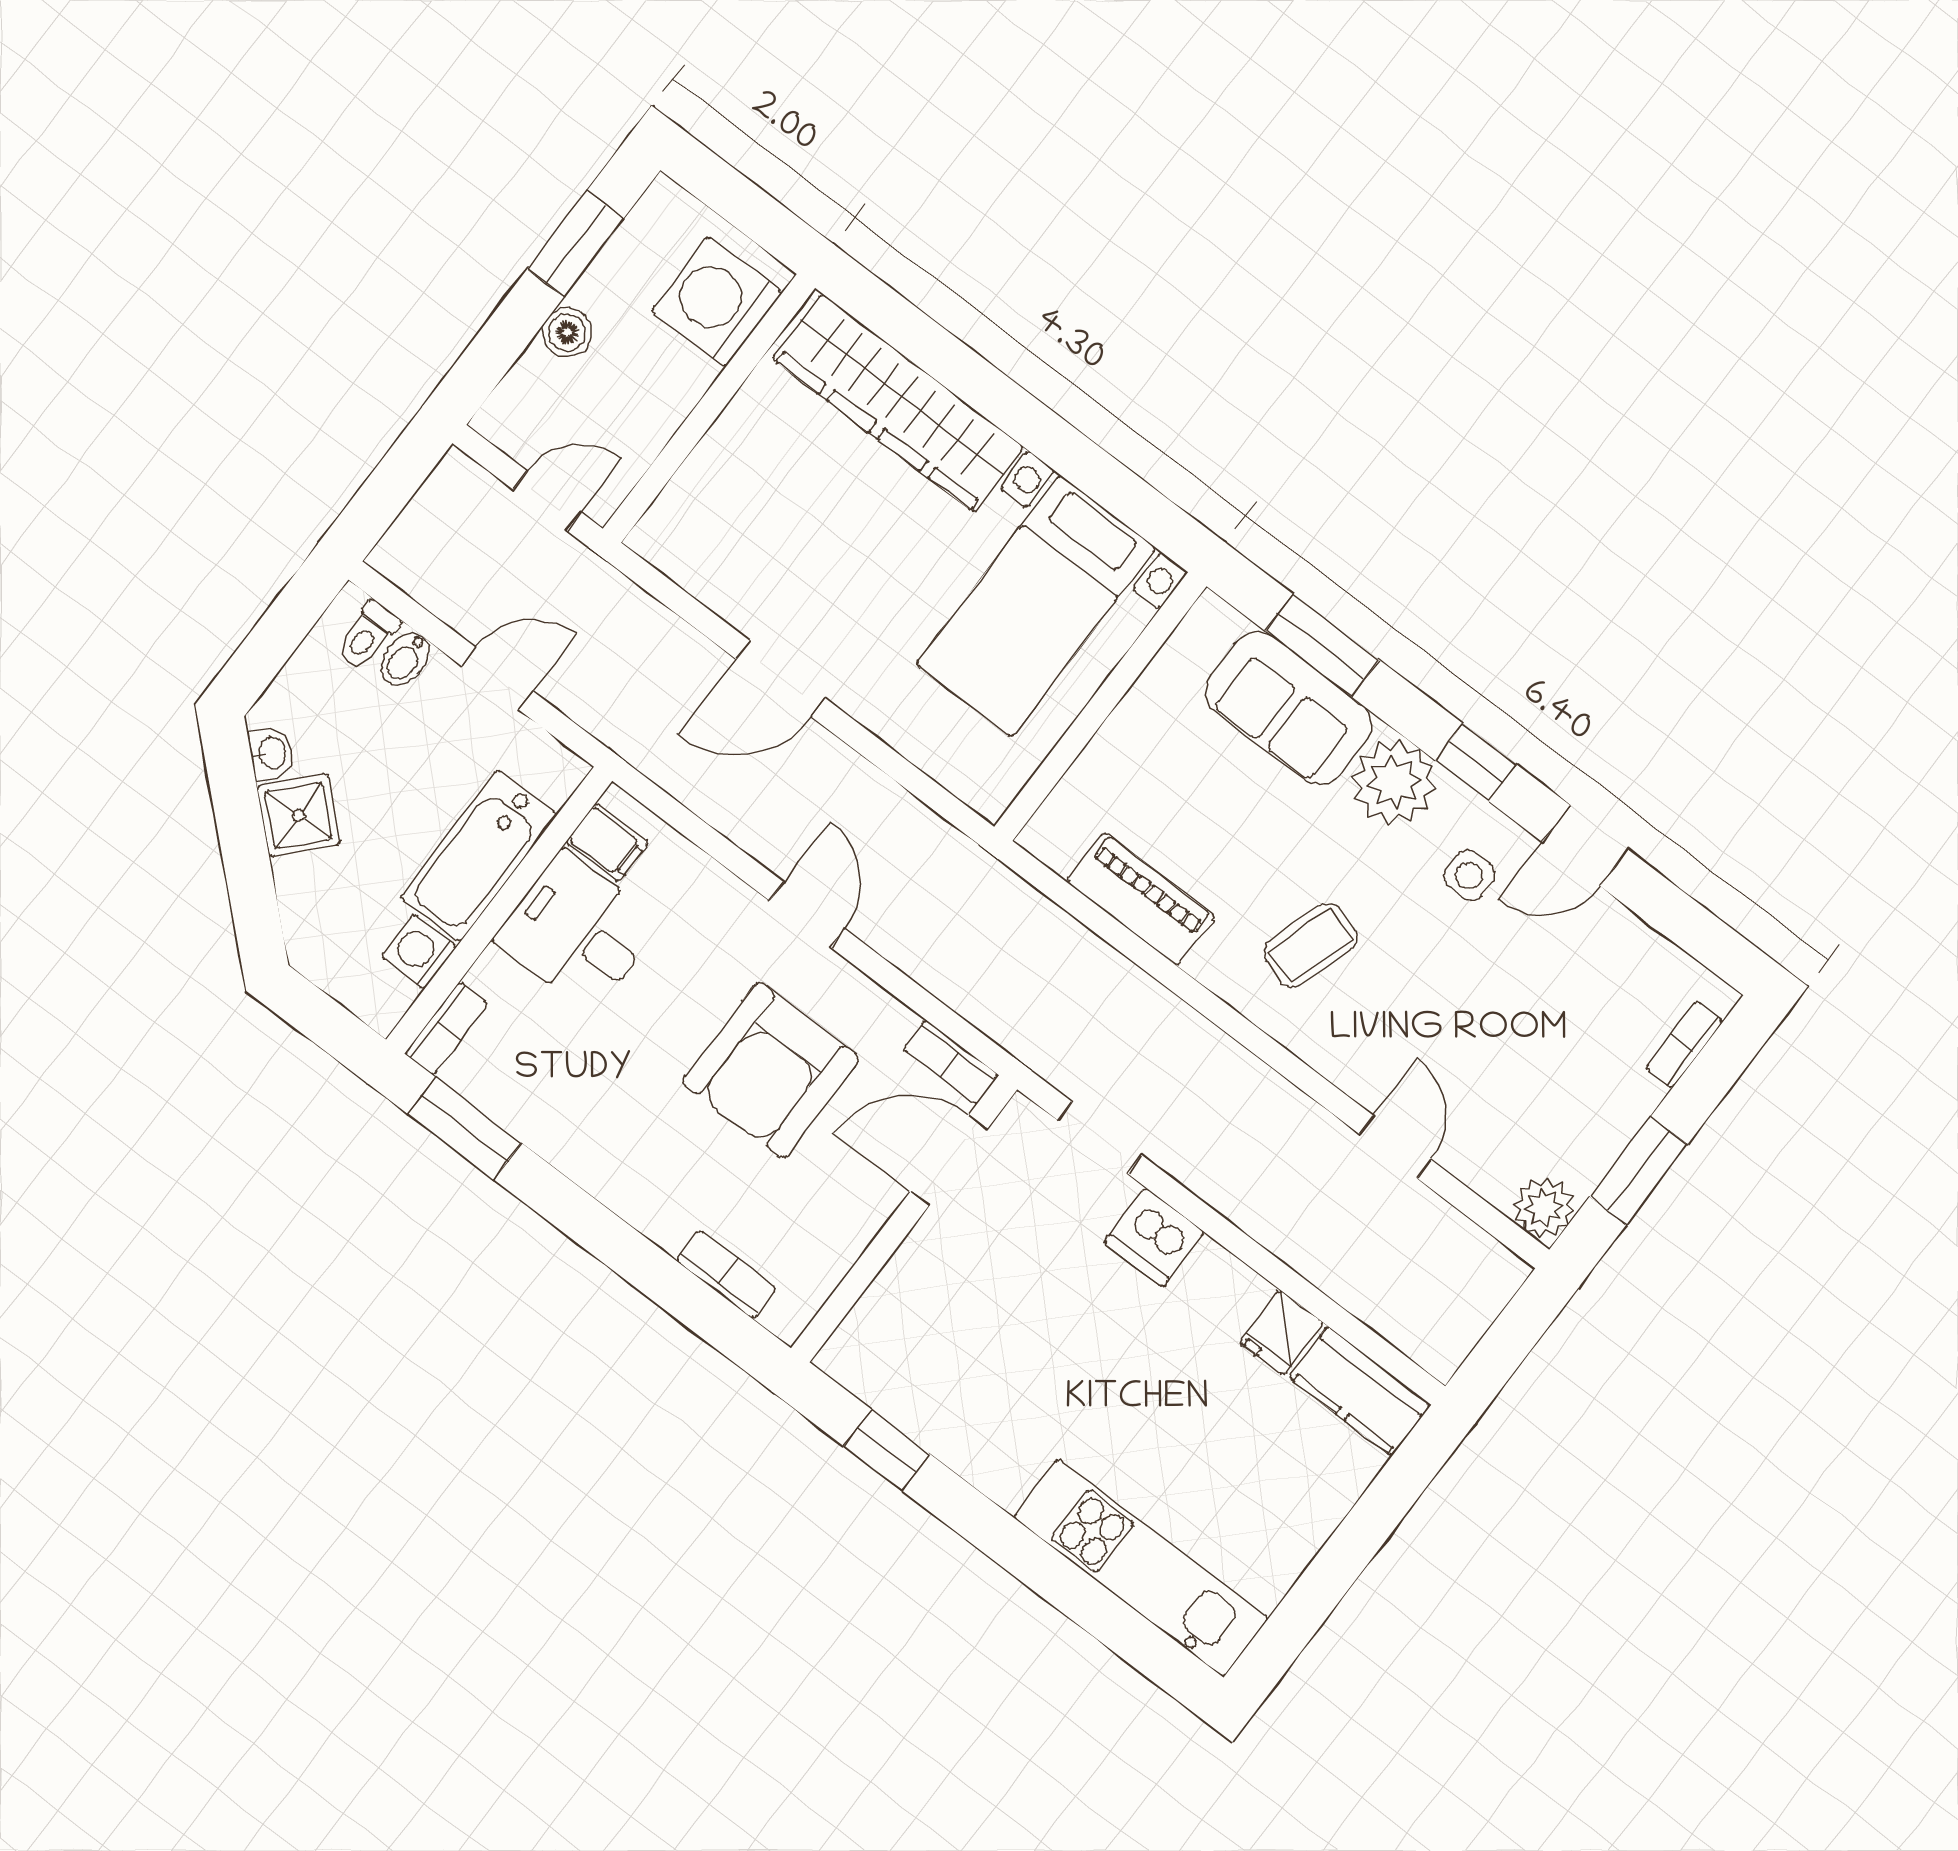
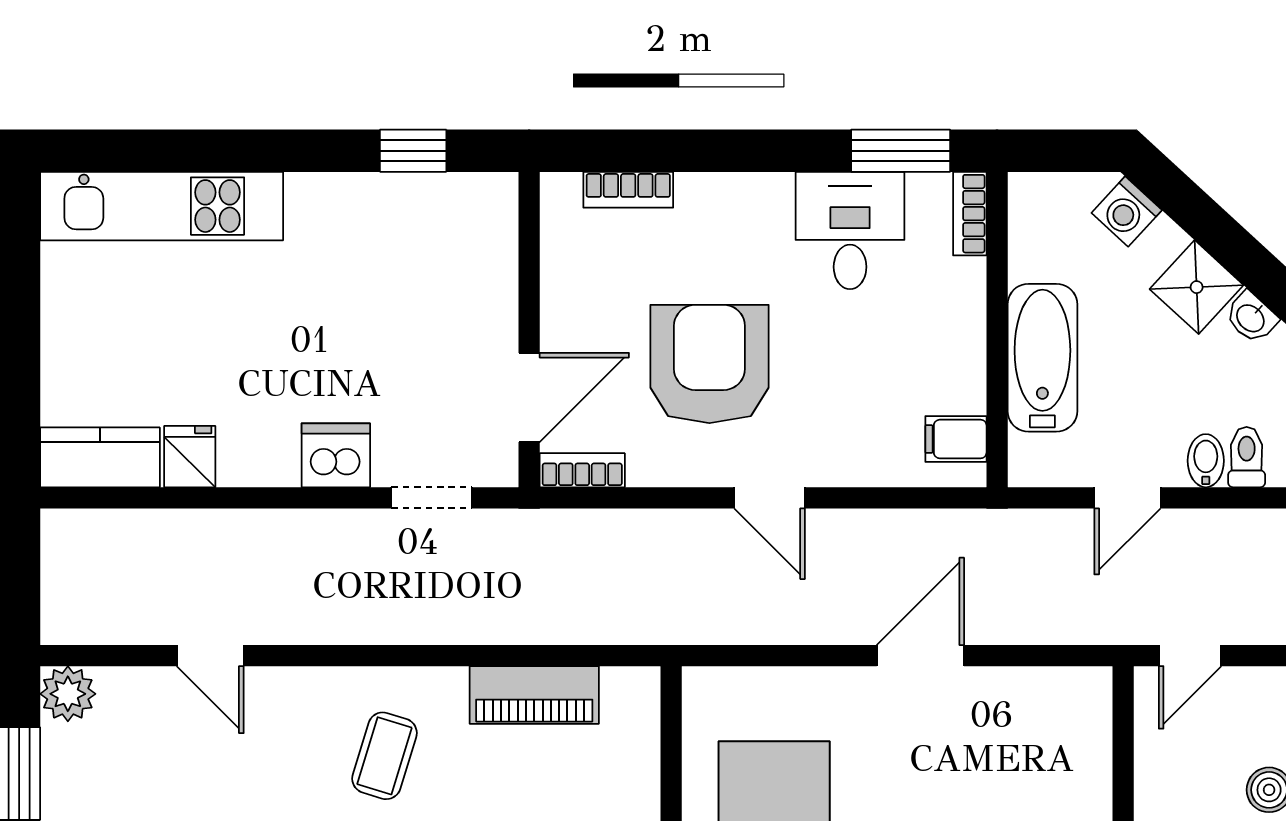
desk: (578, 932) -> (850, 231), moved, turned -90
washing machine: (419, 952) -> (1127, 211), moved, turned 133

